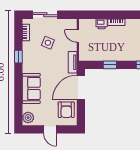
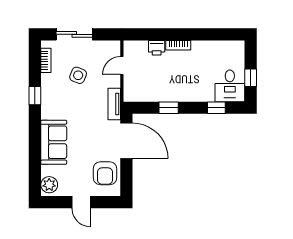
door: (78, 36) -> (122, 66), hinge flipped
door: (81, 87) -> (126, 141), swing flipped

